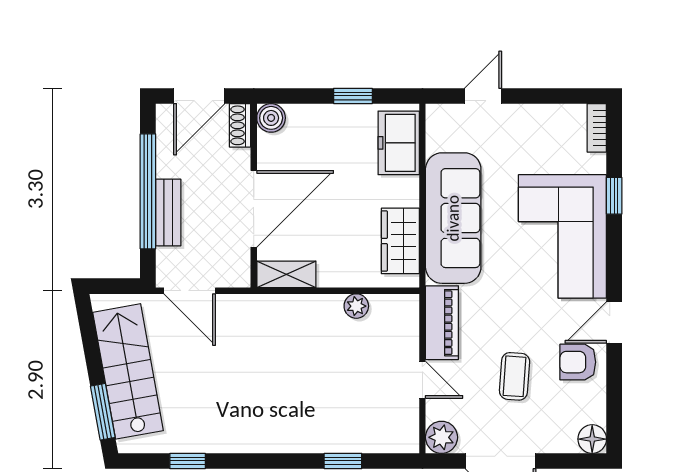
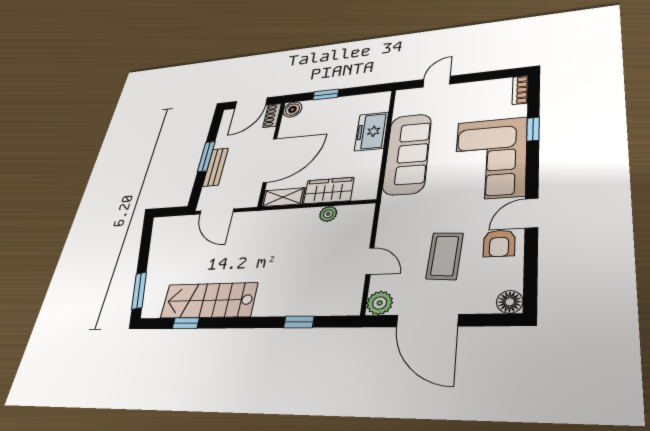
window: (353, 96) -> (326, 94), moved
freezer: (399, 143) -> (372, 131), moved
window: (148, 191) -> (206, 157), width x0.47
wardrobe: (400, 241) -> (329, 191), moved, turned 90
piano: (442, 323) -> (390, 221), removed
armchair: (578, 362) -> (499, 243), turned -90
stairs: (128, 371) -> (209, 300), moved, turned -80
coffee table: (515, 376) -> (445, 256), width x1.36, depth x1.30

